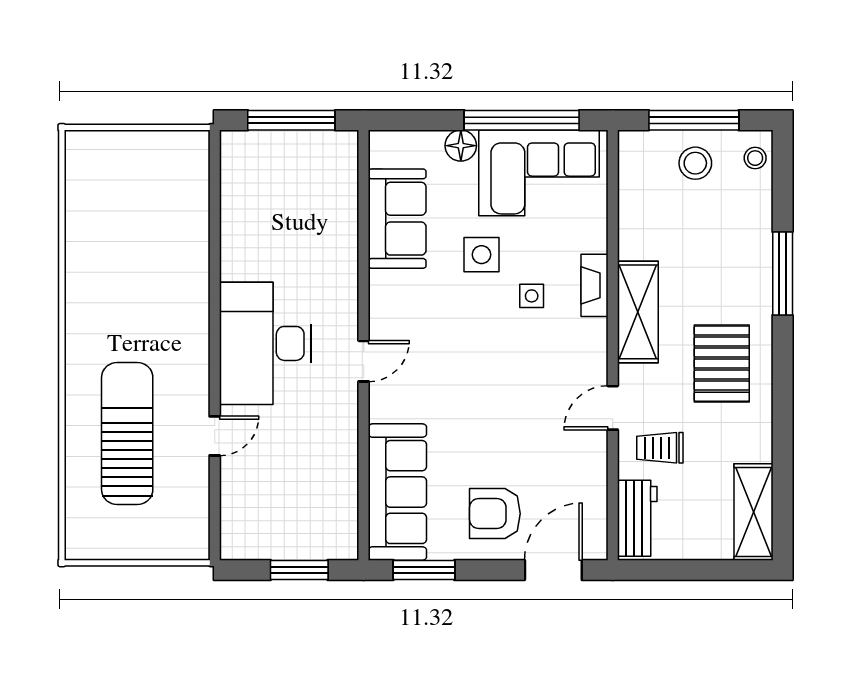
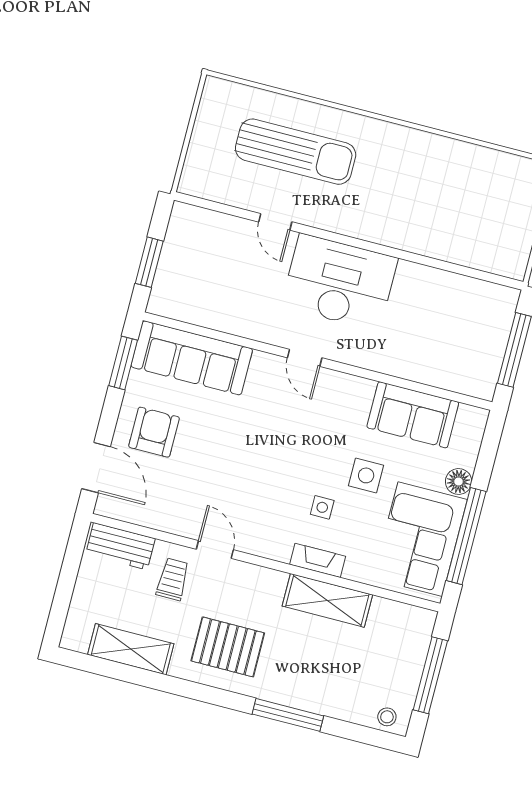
stool: (695, 163) -> (395, 667), removed
shelving: (638, 312) -> (327, 600), moved
shelving: (754, 512) -> (131, 649), moved

